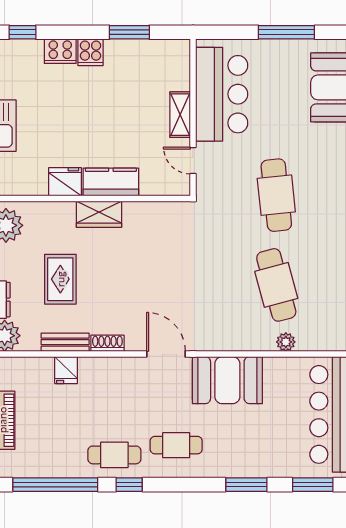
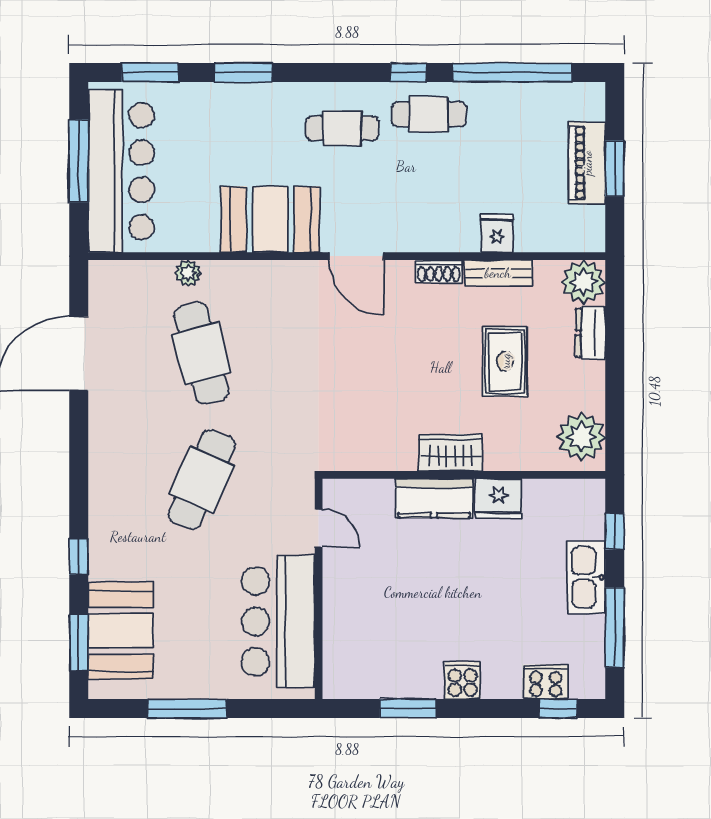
cooker: (60, 51) -> (546, 682), moved
shelving: (180, 115) -> (337, 593), removed
cafe table: (276, 195) -> (201, 480), turned 30

